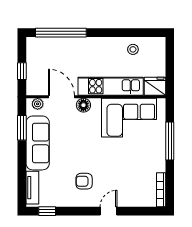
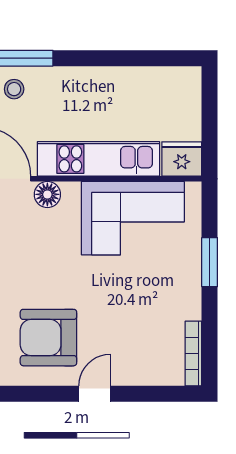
stool: (133, 49) -> (14, 89), moved
window: (170, 141) -> (210, 262), width x0.69
armchair: (84, 181) -> (48, 338), width x1.88, depth x1.88

